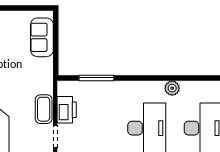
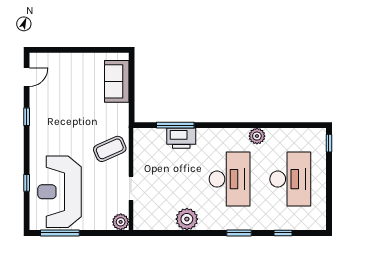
coffee table: (44, 109) -> (110, 149), moved, turned 66
printer: (67, 110) -> (181, 138), moved, turned 90

